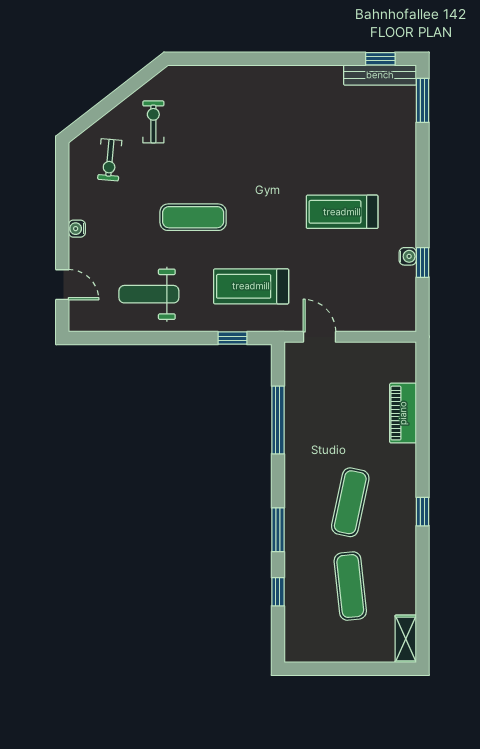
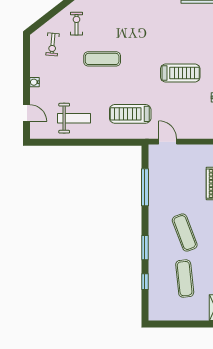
treadmill: (342, 212) -> (180, 73), turned 180
exercise mat: (193, 217) -> (102, 59), moved
weight bench: (149, 294) -> (74, 118), turned 180
window: (233, 338) -> (120, 142), removed
exercise mat: (350, 502) -> (185, 232), turned -33

